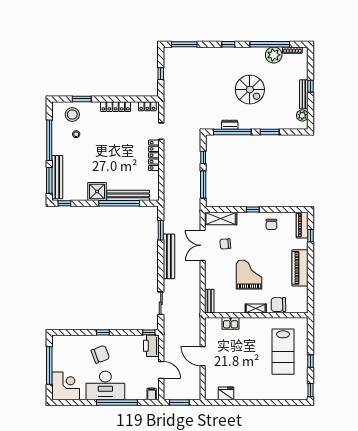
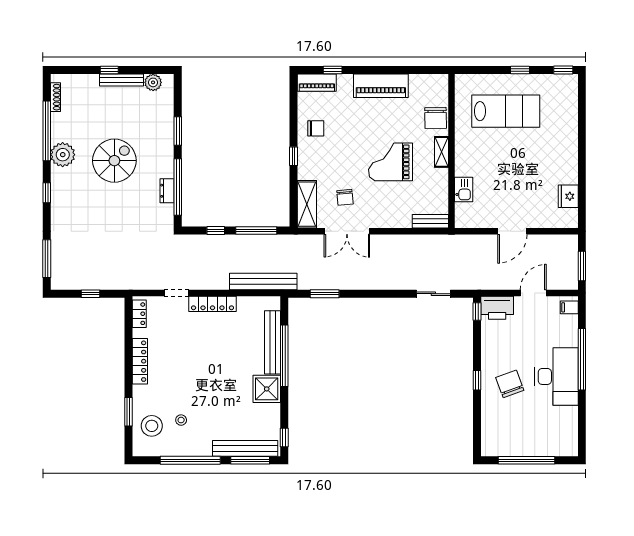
plant: (274, 55) -> (63, 155), moved
bench: (169, 256) -> (263, 281), moved
corner desk: (66, 386) -> (557, 436), removed

